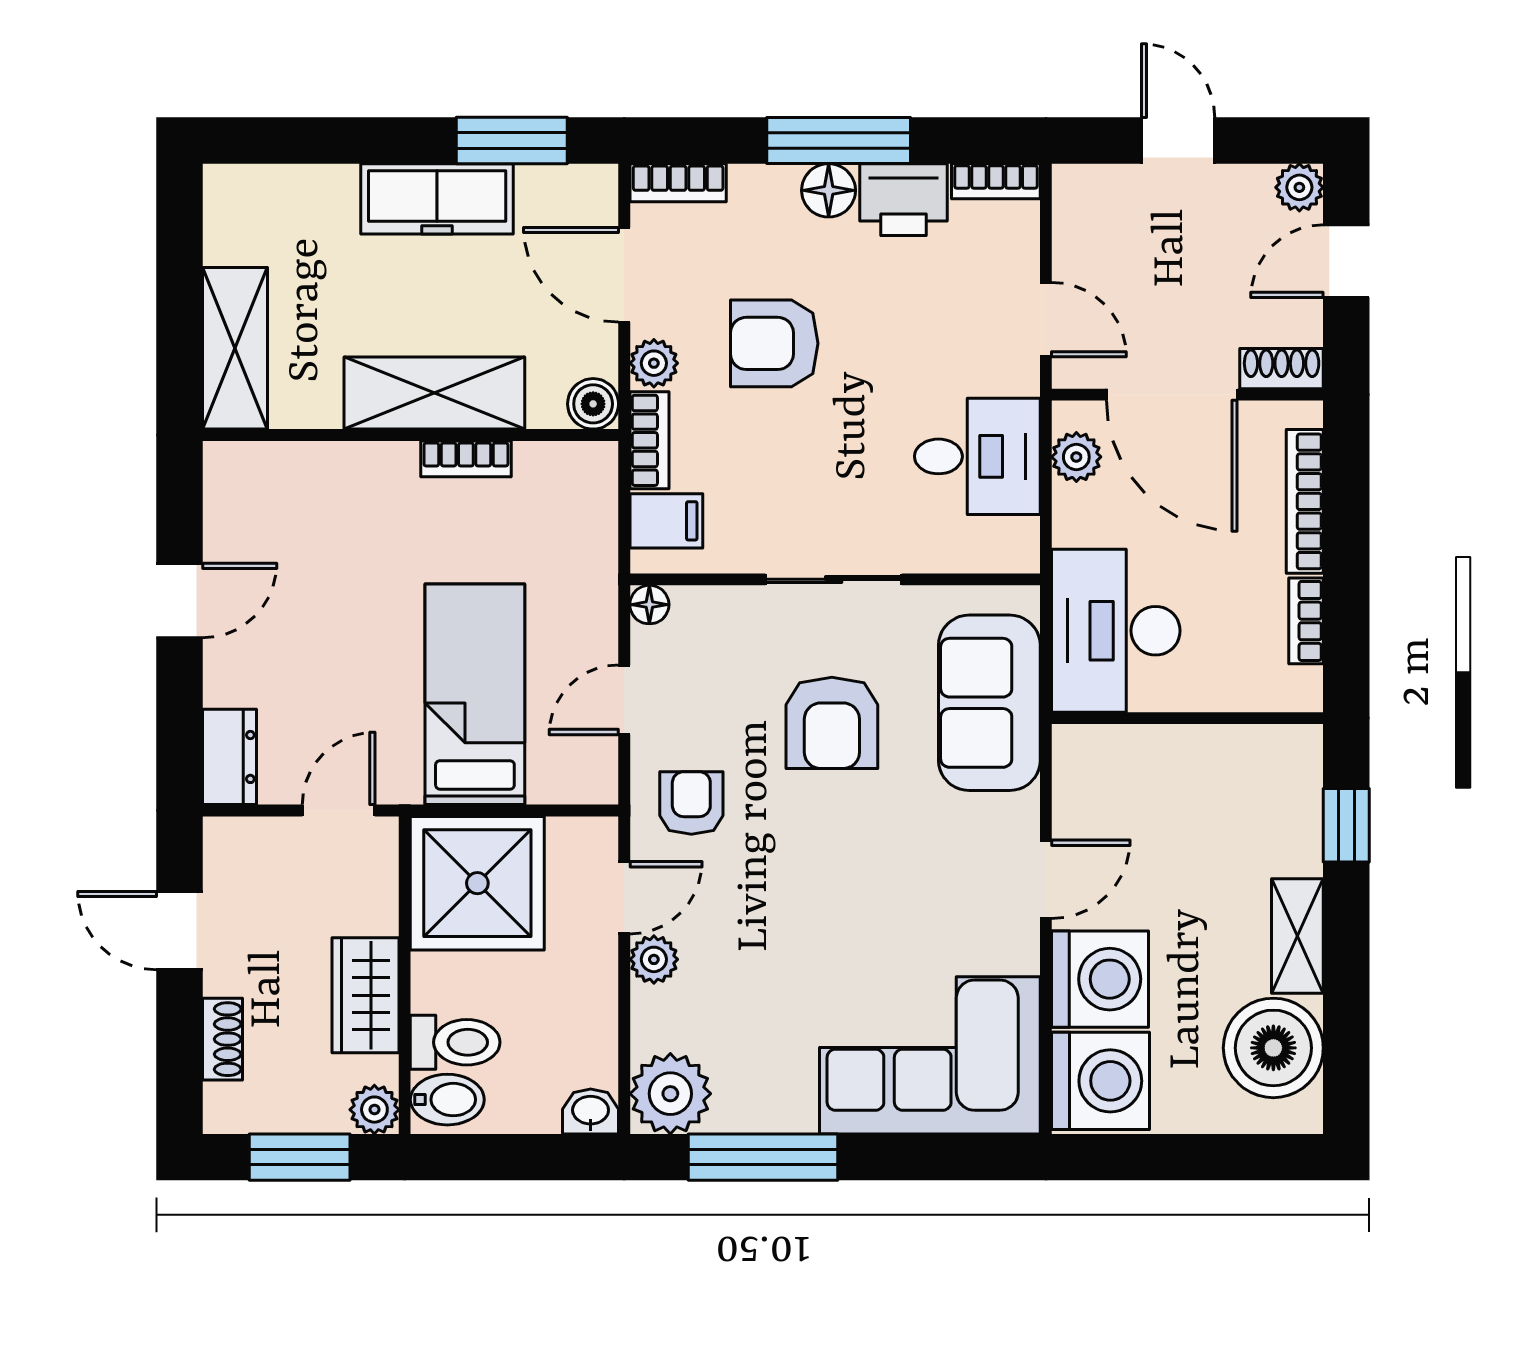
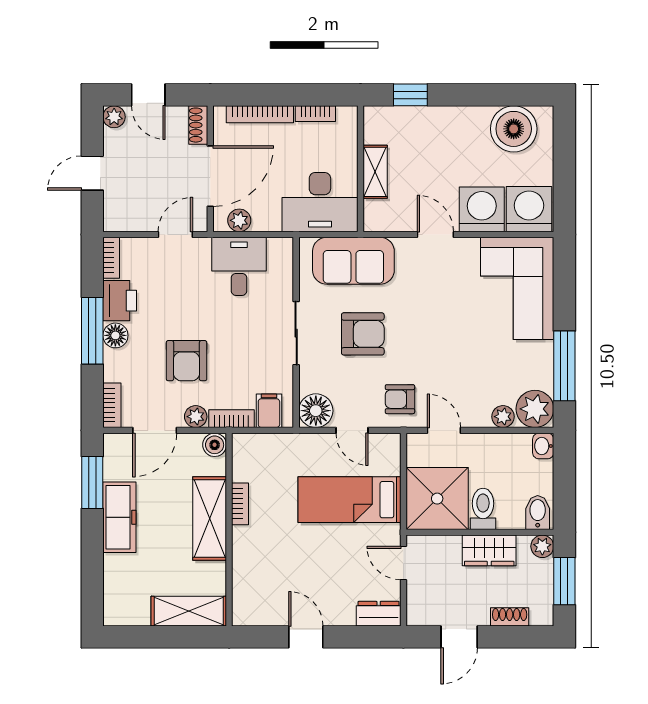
floor lamp: (649, 605) -> (316, 411), width x1.89, depth x1.89
shelving: (1297, 936) -> (375, 172), moved, turned 90
plant: (654, 959) -> (503, 417), moved
toilet: (455, 1042) -> (483, 509), moved

